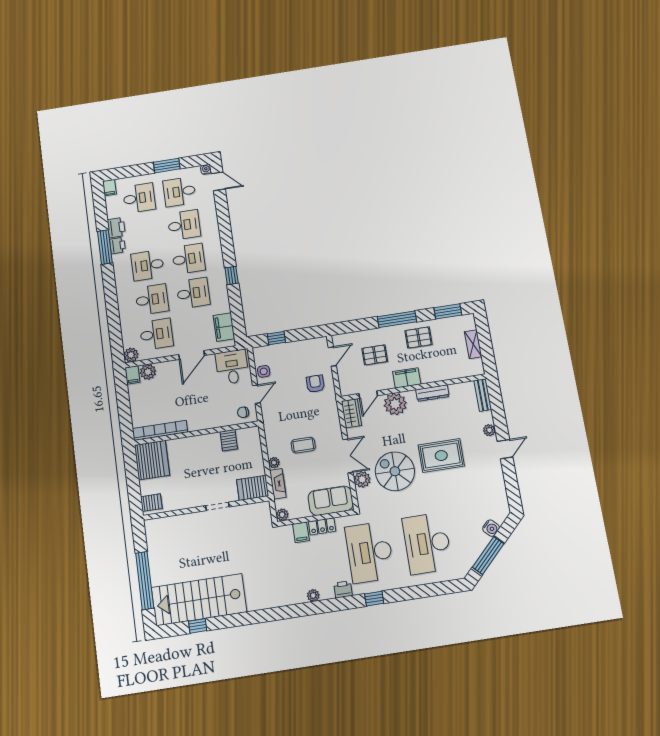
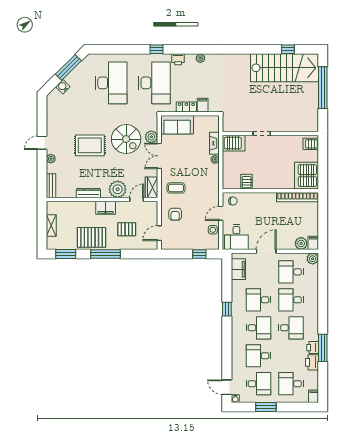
desk: (189, 259) -> (259, 328), turned 180
pallet: (419, 338) -> (91, 237), width x1.50, depth x1.42
coffee table: (303, 445) -> (176, 188), moved
plant: (282, 515) -> (215, 120), removed

